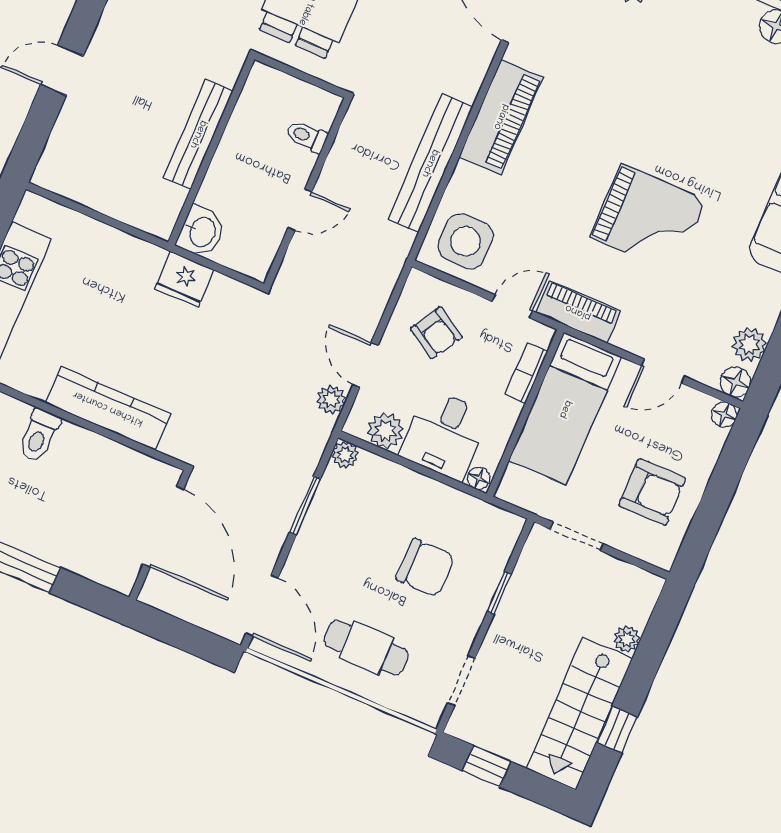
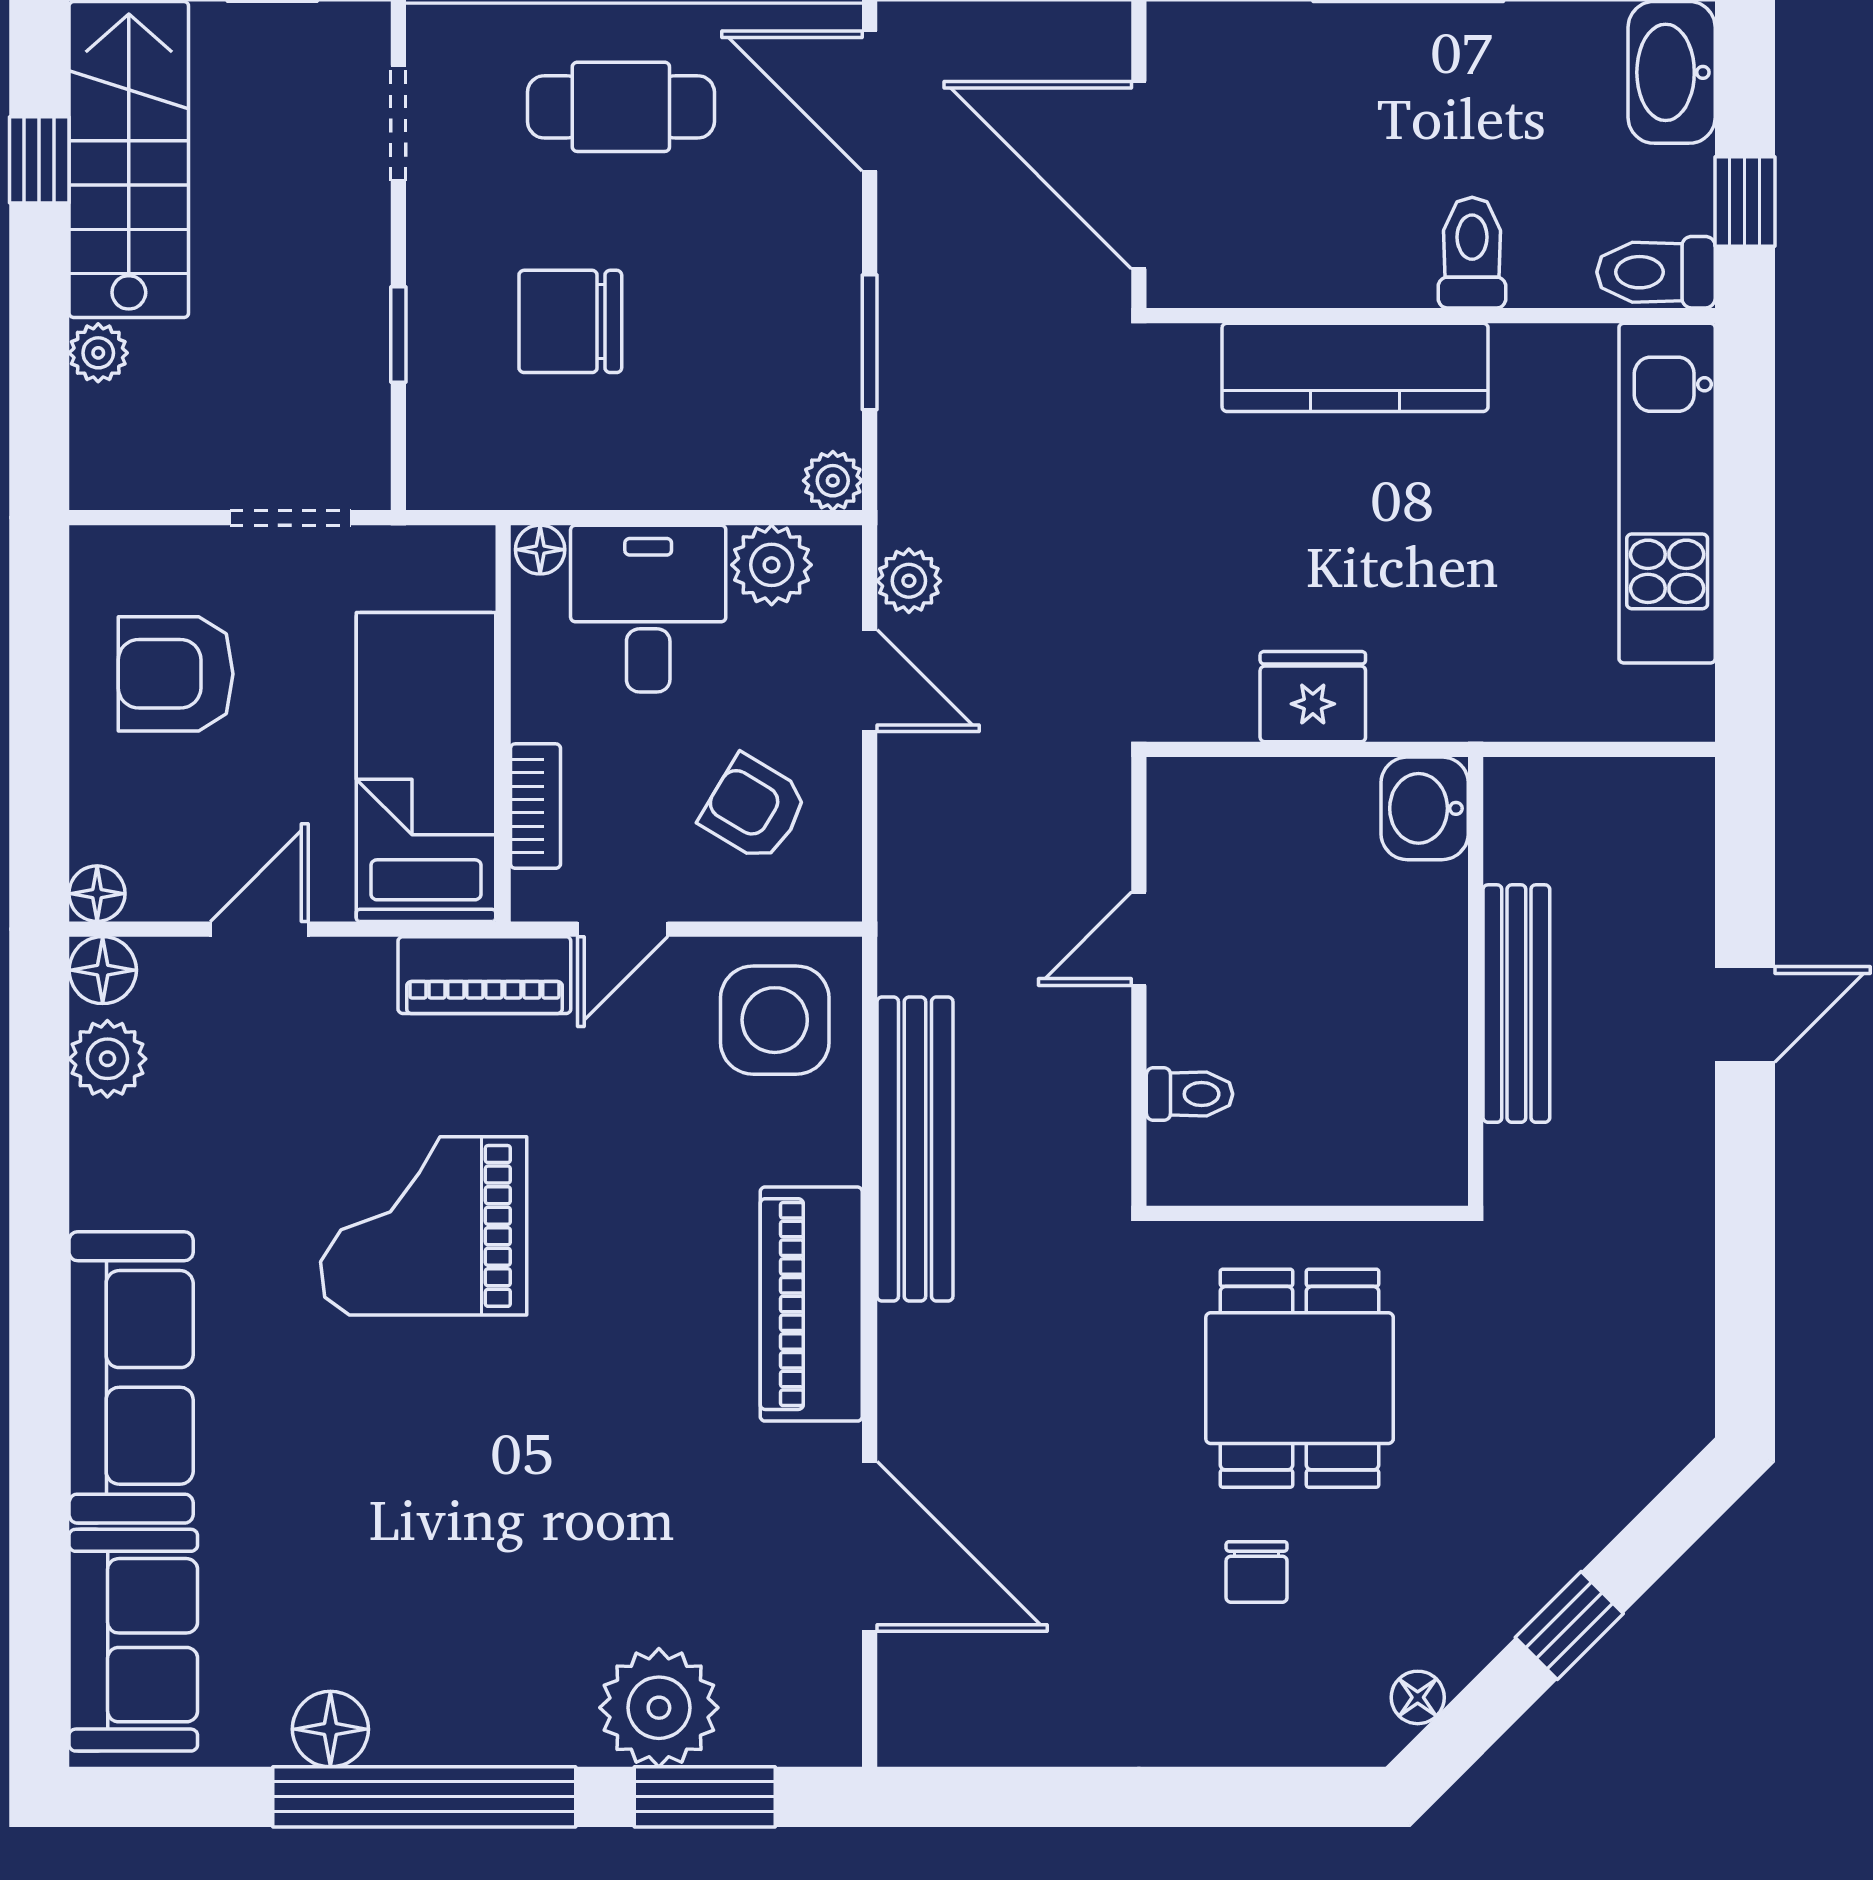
bench: (198, 134) -> (1516, 1004), moved
wall: (211, 151) -> (1476, 981), moved
washbasin: (201, 232) -> (1425, 808), moved

